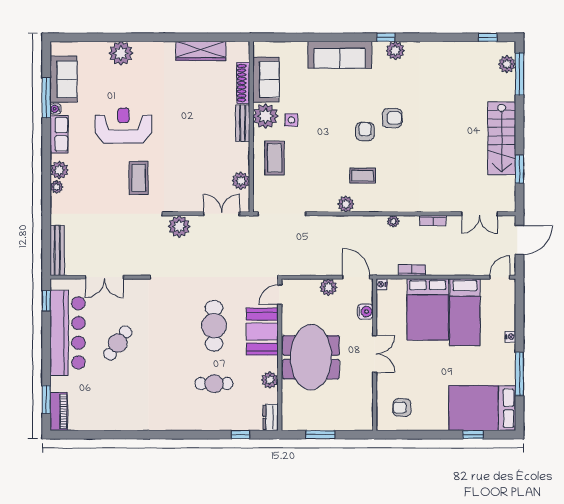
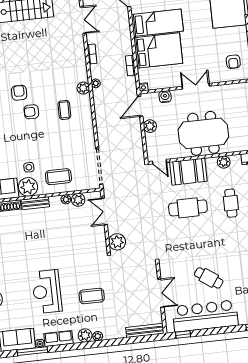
plant: (243, 165) -> (66, 199), added
coffee table: (139, 178) -> (92, 296), moved
plant: (346, 204) -> (83, 88), moved

